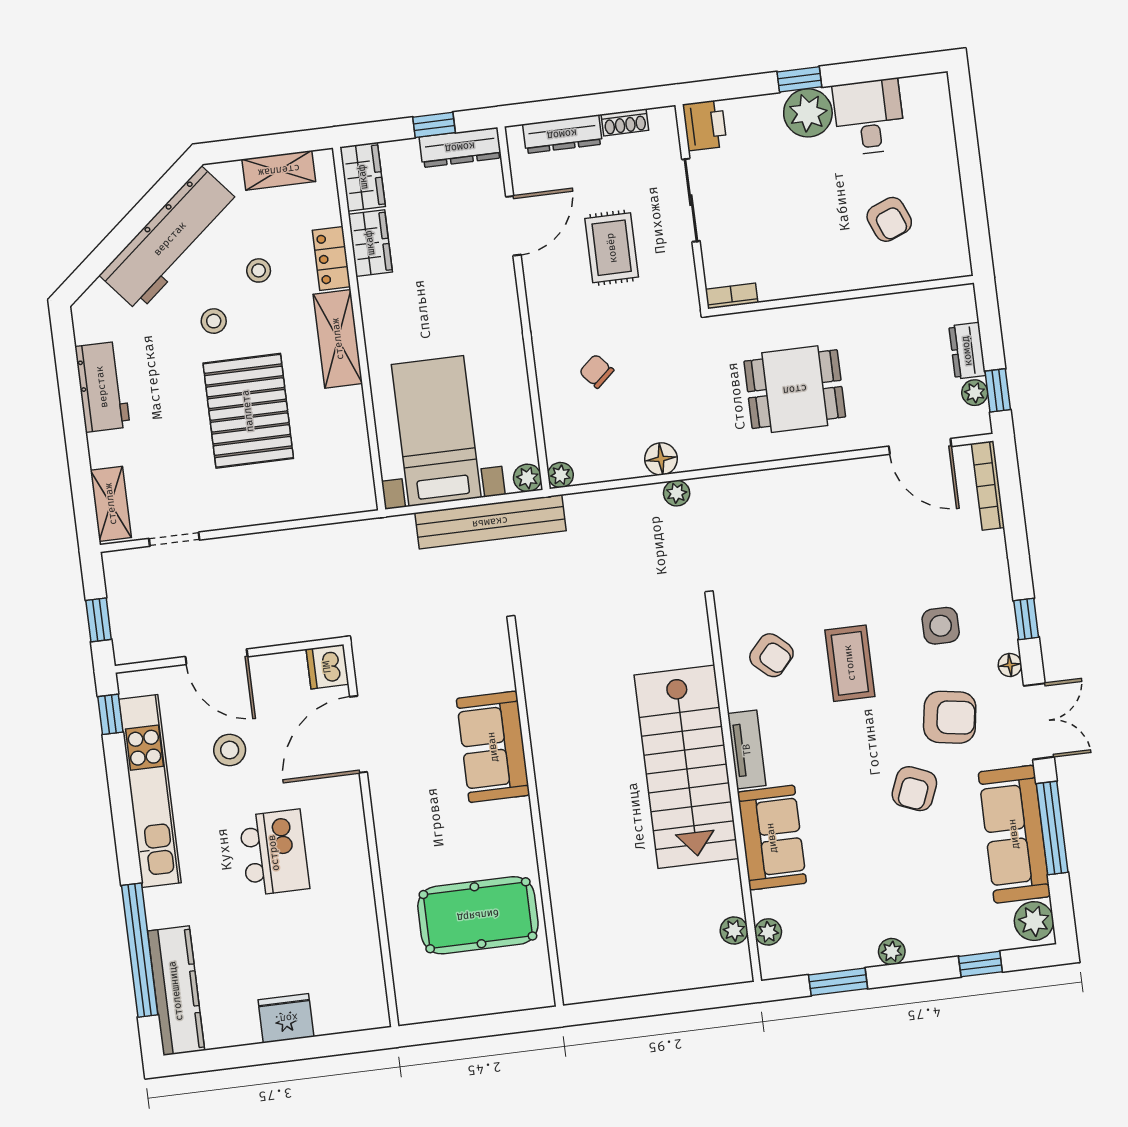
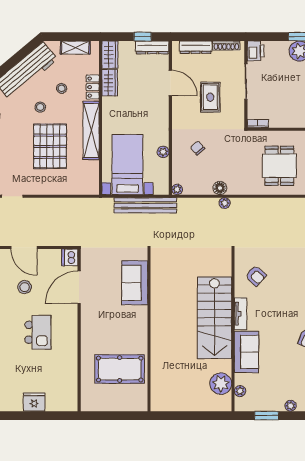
shoe rack: (625, 122) -> (226, 46), width x1.43
door: (513, 226) -> (170, 83), hinge flipped
shelving: (338, 339) -> (91, 130), width x1.47
dining table: (795, 389) -> (279, 166), turned 90
plant: (527, 478) -> (163, 152), moved
coffee table: (850, 663) -> (288, 283), removed
sofa: (493, 747) -> (135, 283), moved
plant: (734, 930) -> (221, 384), width x1.88, depth x1.88

